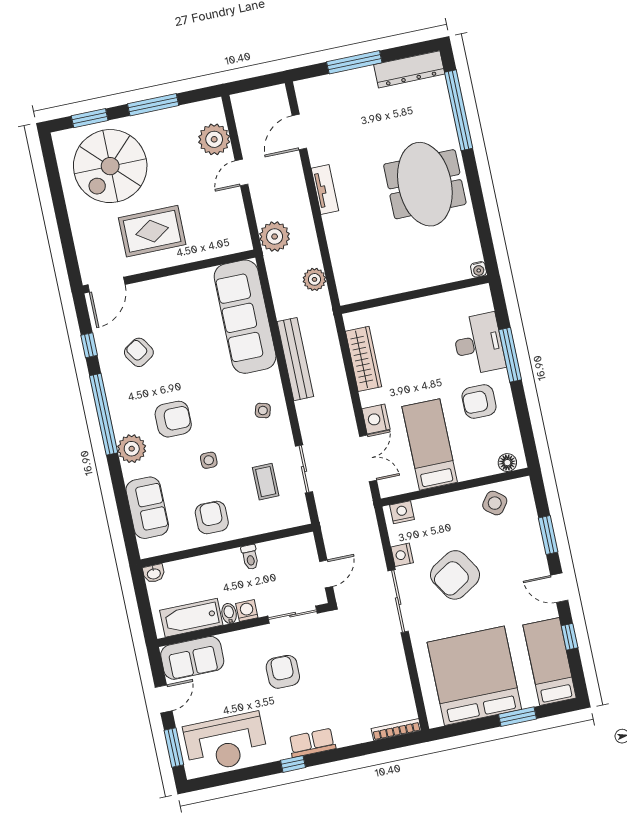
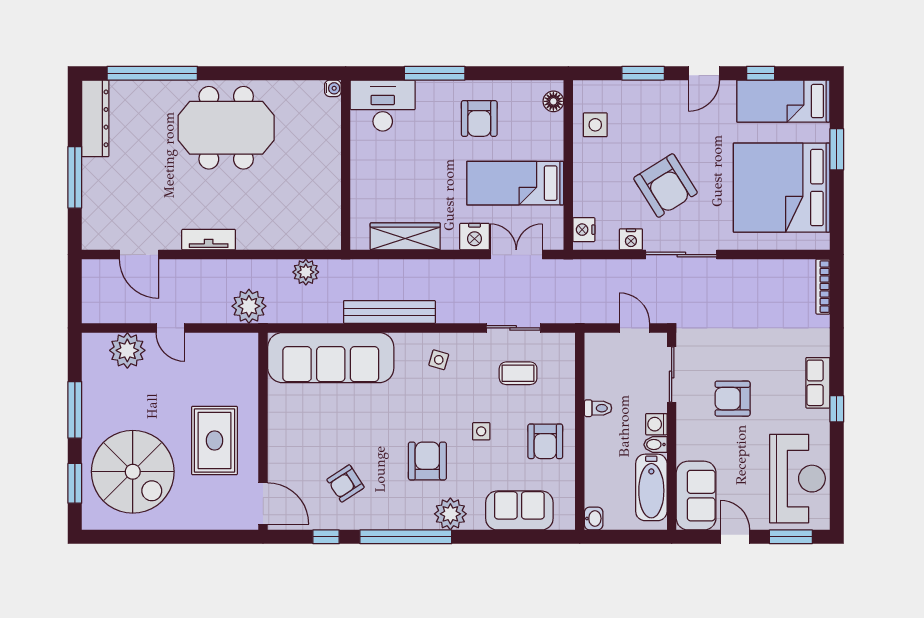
desk: (479, 344) -> (383, 106), moved
side table: (495, 503) -> (595, 125), turned -37
armchair: (212, 518) -> (545, 441), turned -90

